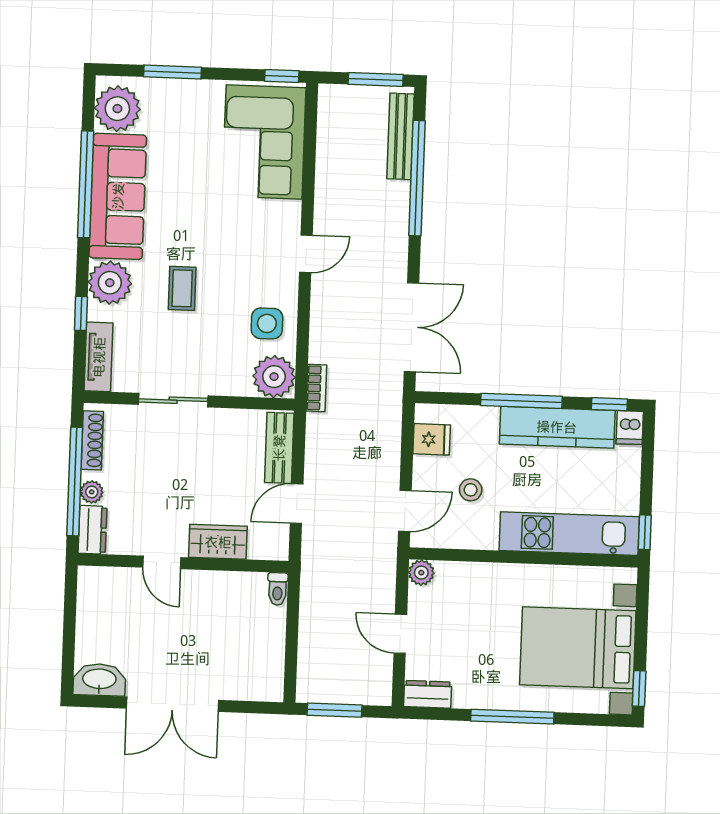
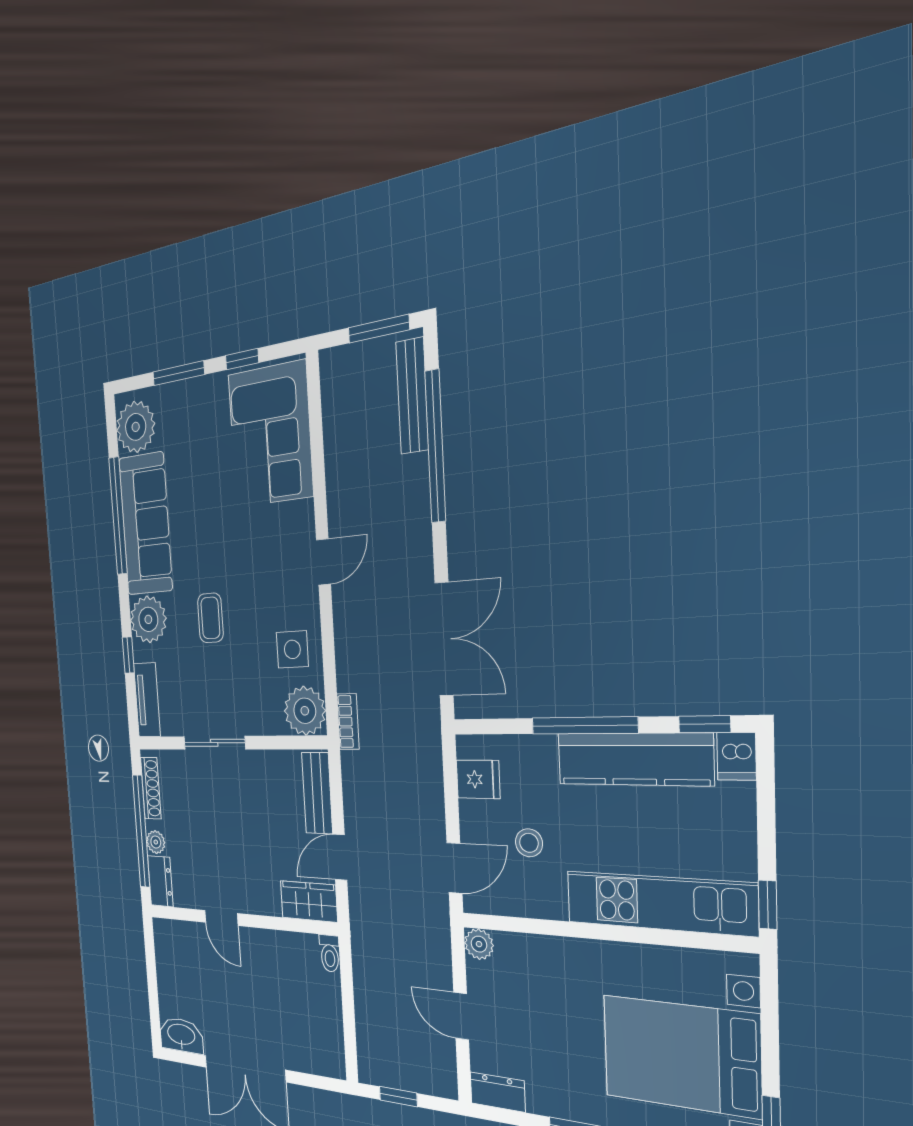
window: (282, 76) -> (242, 359), moved
wardrobe: (218, 542) -> (309, 901), moved
window: (335, 710) -> (398, 1097), width x0.67

